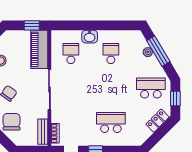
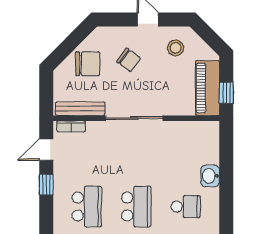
piano: (39, 49) -> (207, 88), moved, turned -90
school desk: (71, 54) -> (136, 207), moved, width x1.85
bench: (43, 132) -> (80, 109), width x1.36

